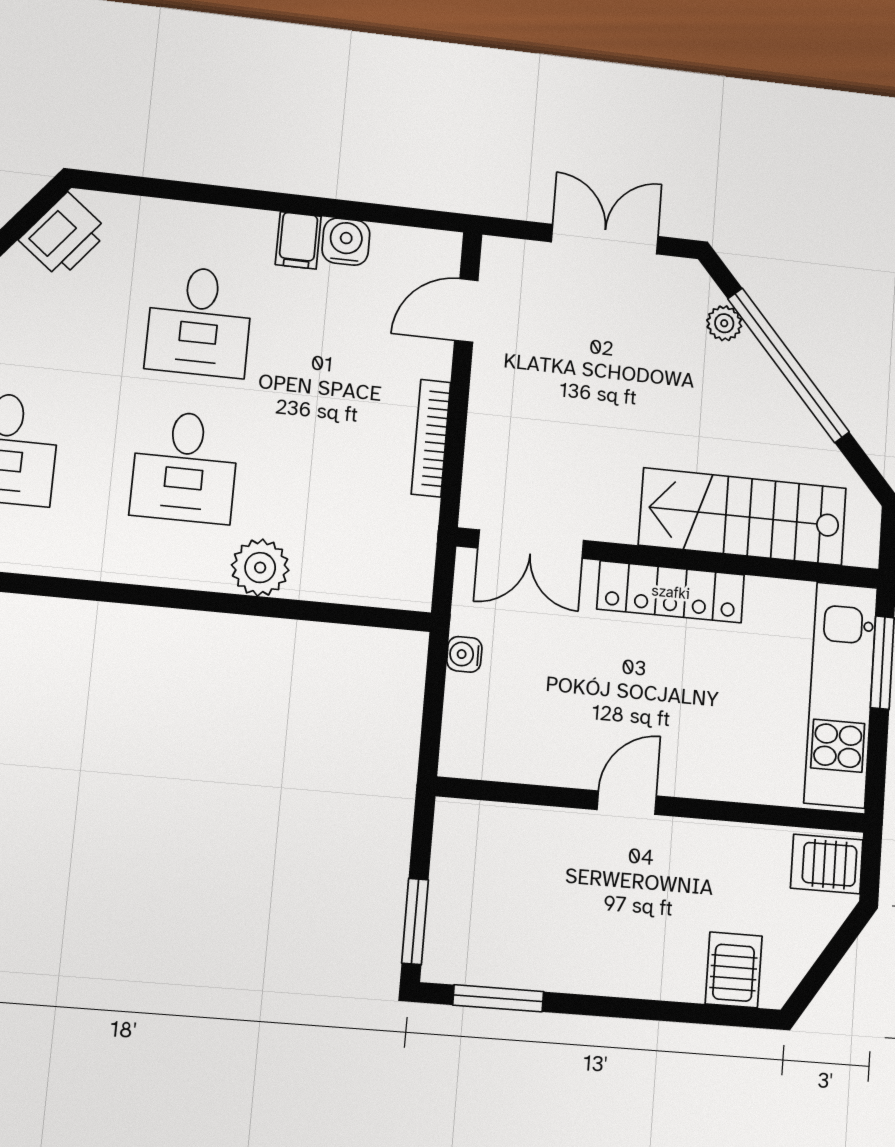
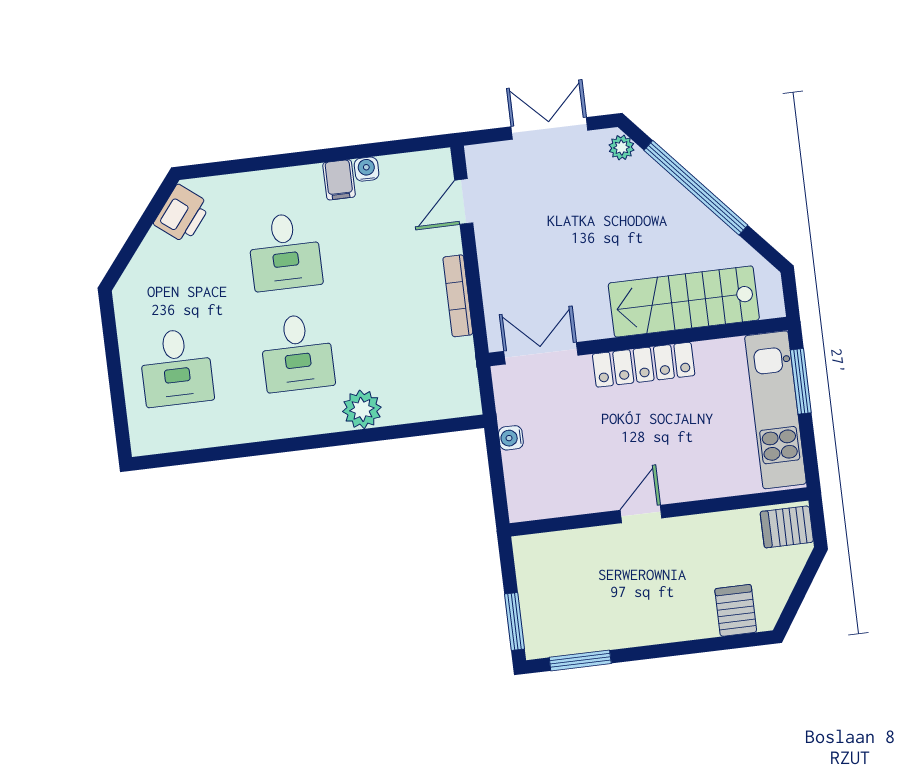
water cooler: (346, 242) -> (367, 169), width x0.72, depth x0.72
plant: (724, 323) -> (621, 147), moved
double door: (531, 544) -> (541, 353), swing flipped

